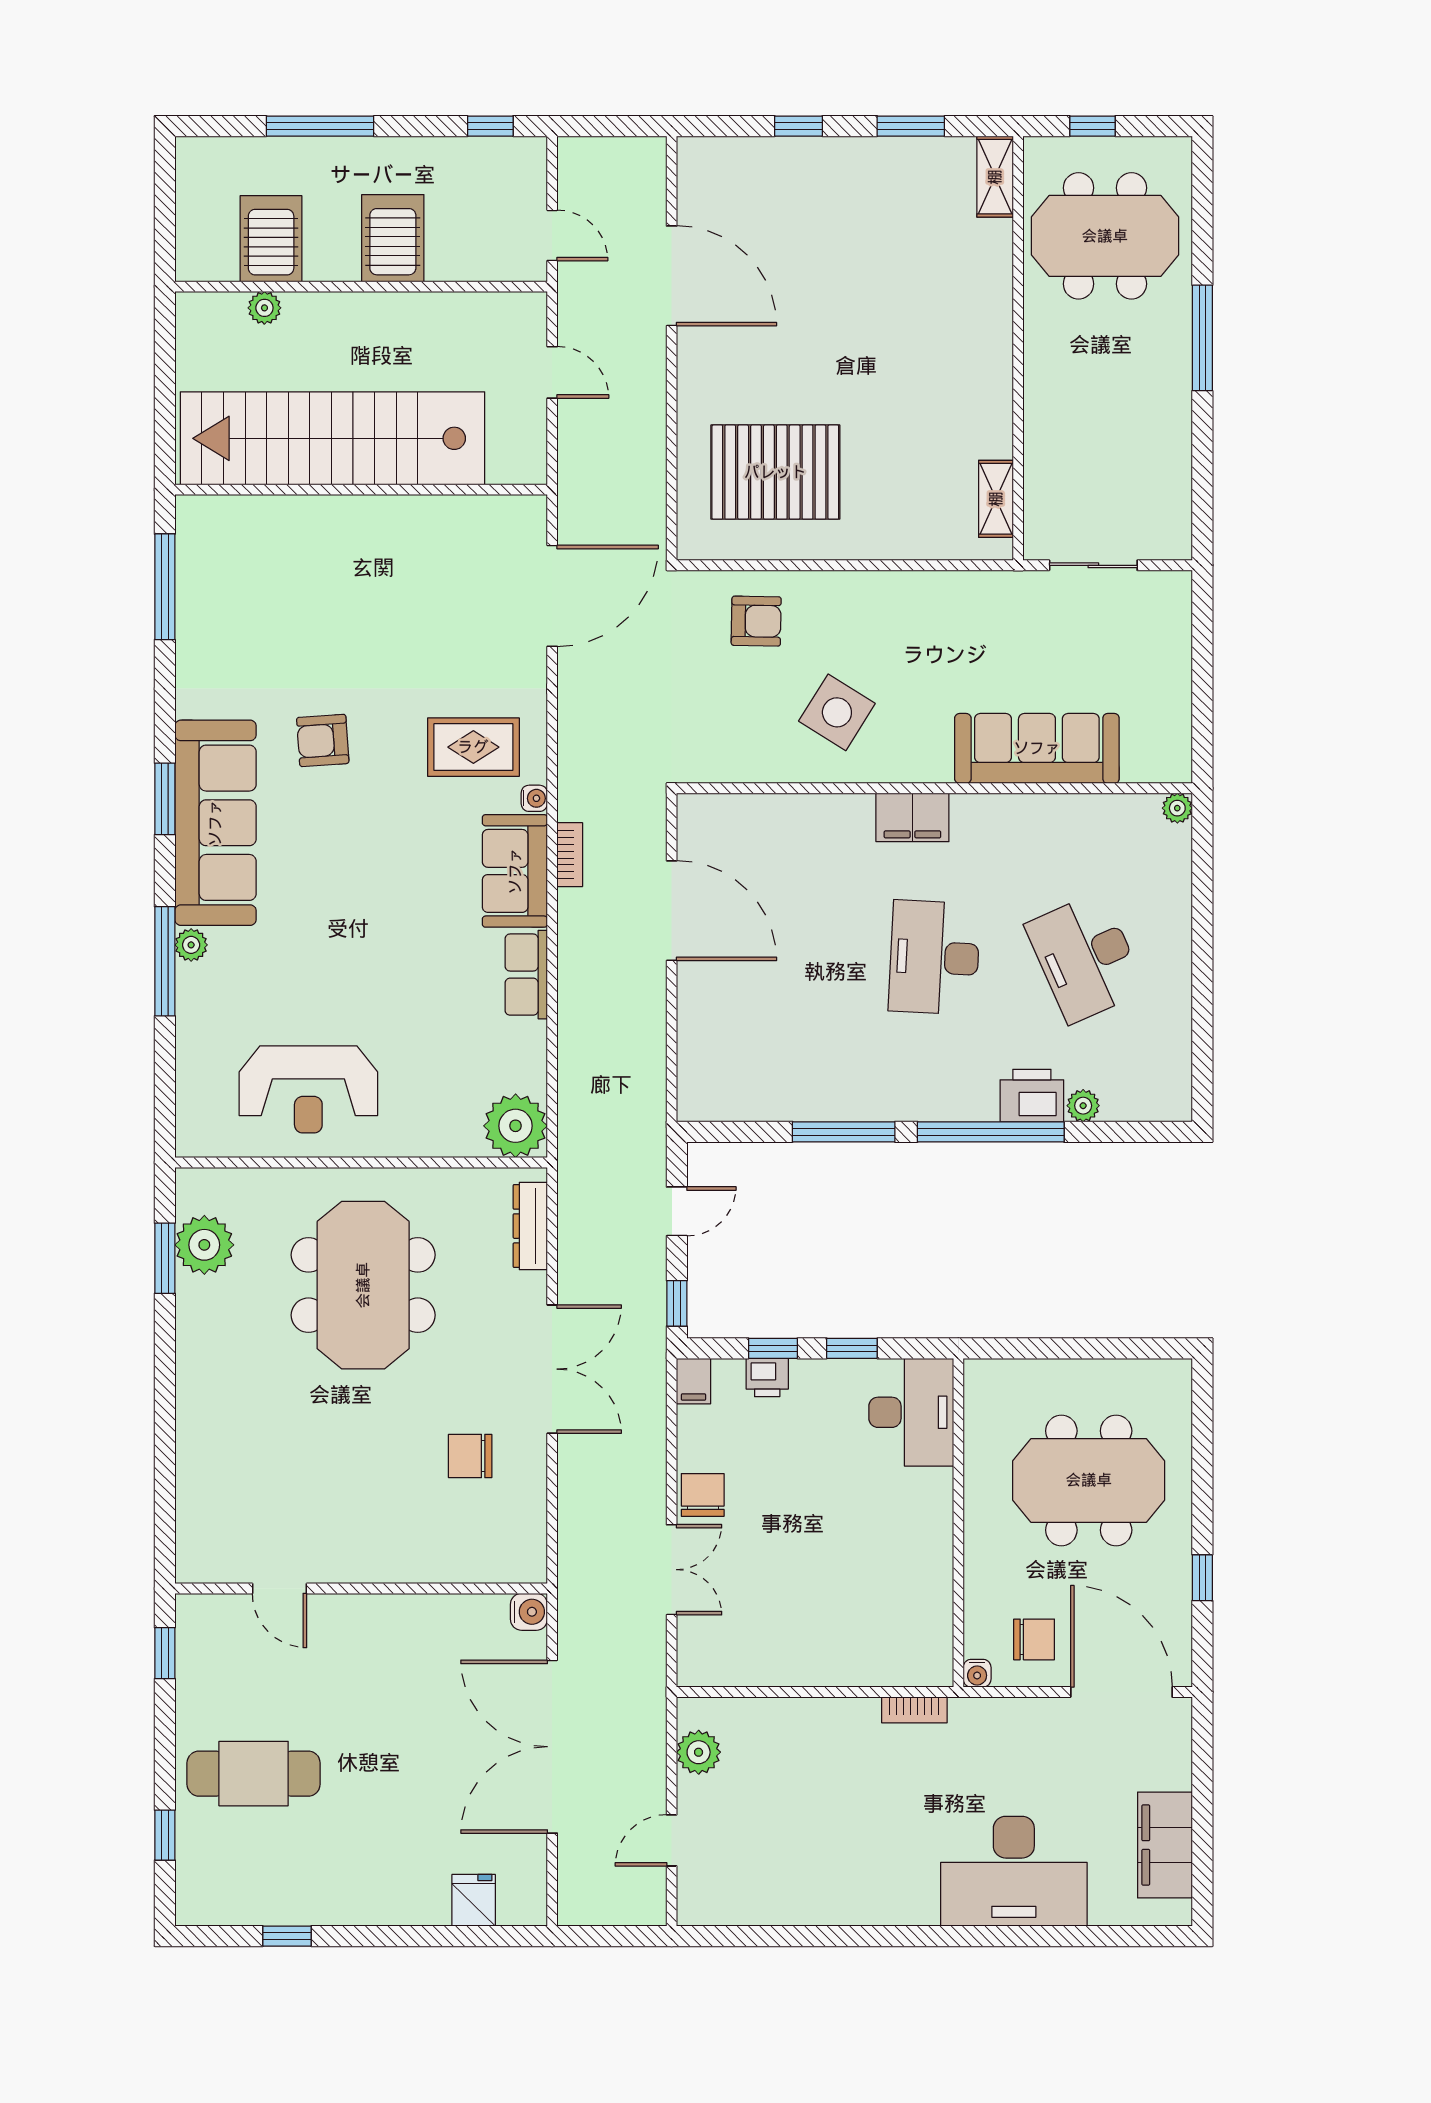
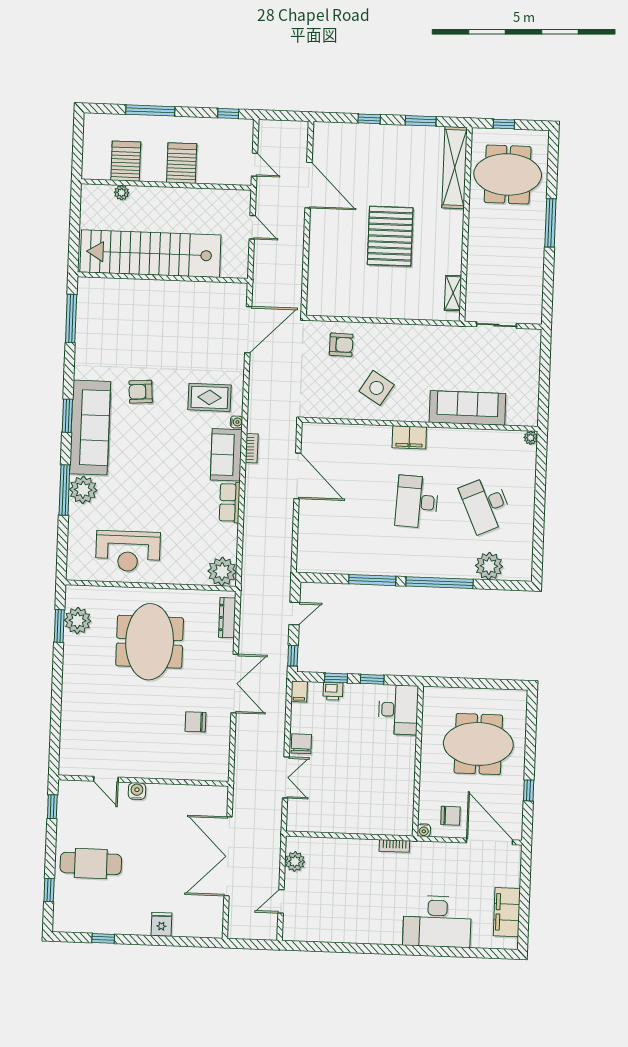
shelving: (995, 177) -> (455, 168), width x2.20, depth x1.33
pallet: (775, 472) -> (390, 236), moved, turned 90
plant: (191, 945) -> (83, 490), width x1.87, depth x1.87
printer: (1032, 1096) -> (459, 567), removed
plant: (1083, 1106) -> (489, 566), width x1.88, depth x1.88
water cooler: (529, 1612) -> (137, 791), moved, turned -90
fridge: (474, 1900) -> (161, 924), moved

